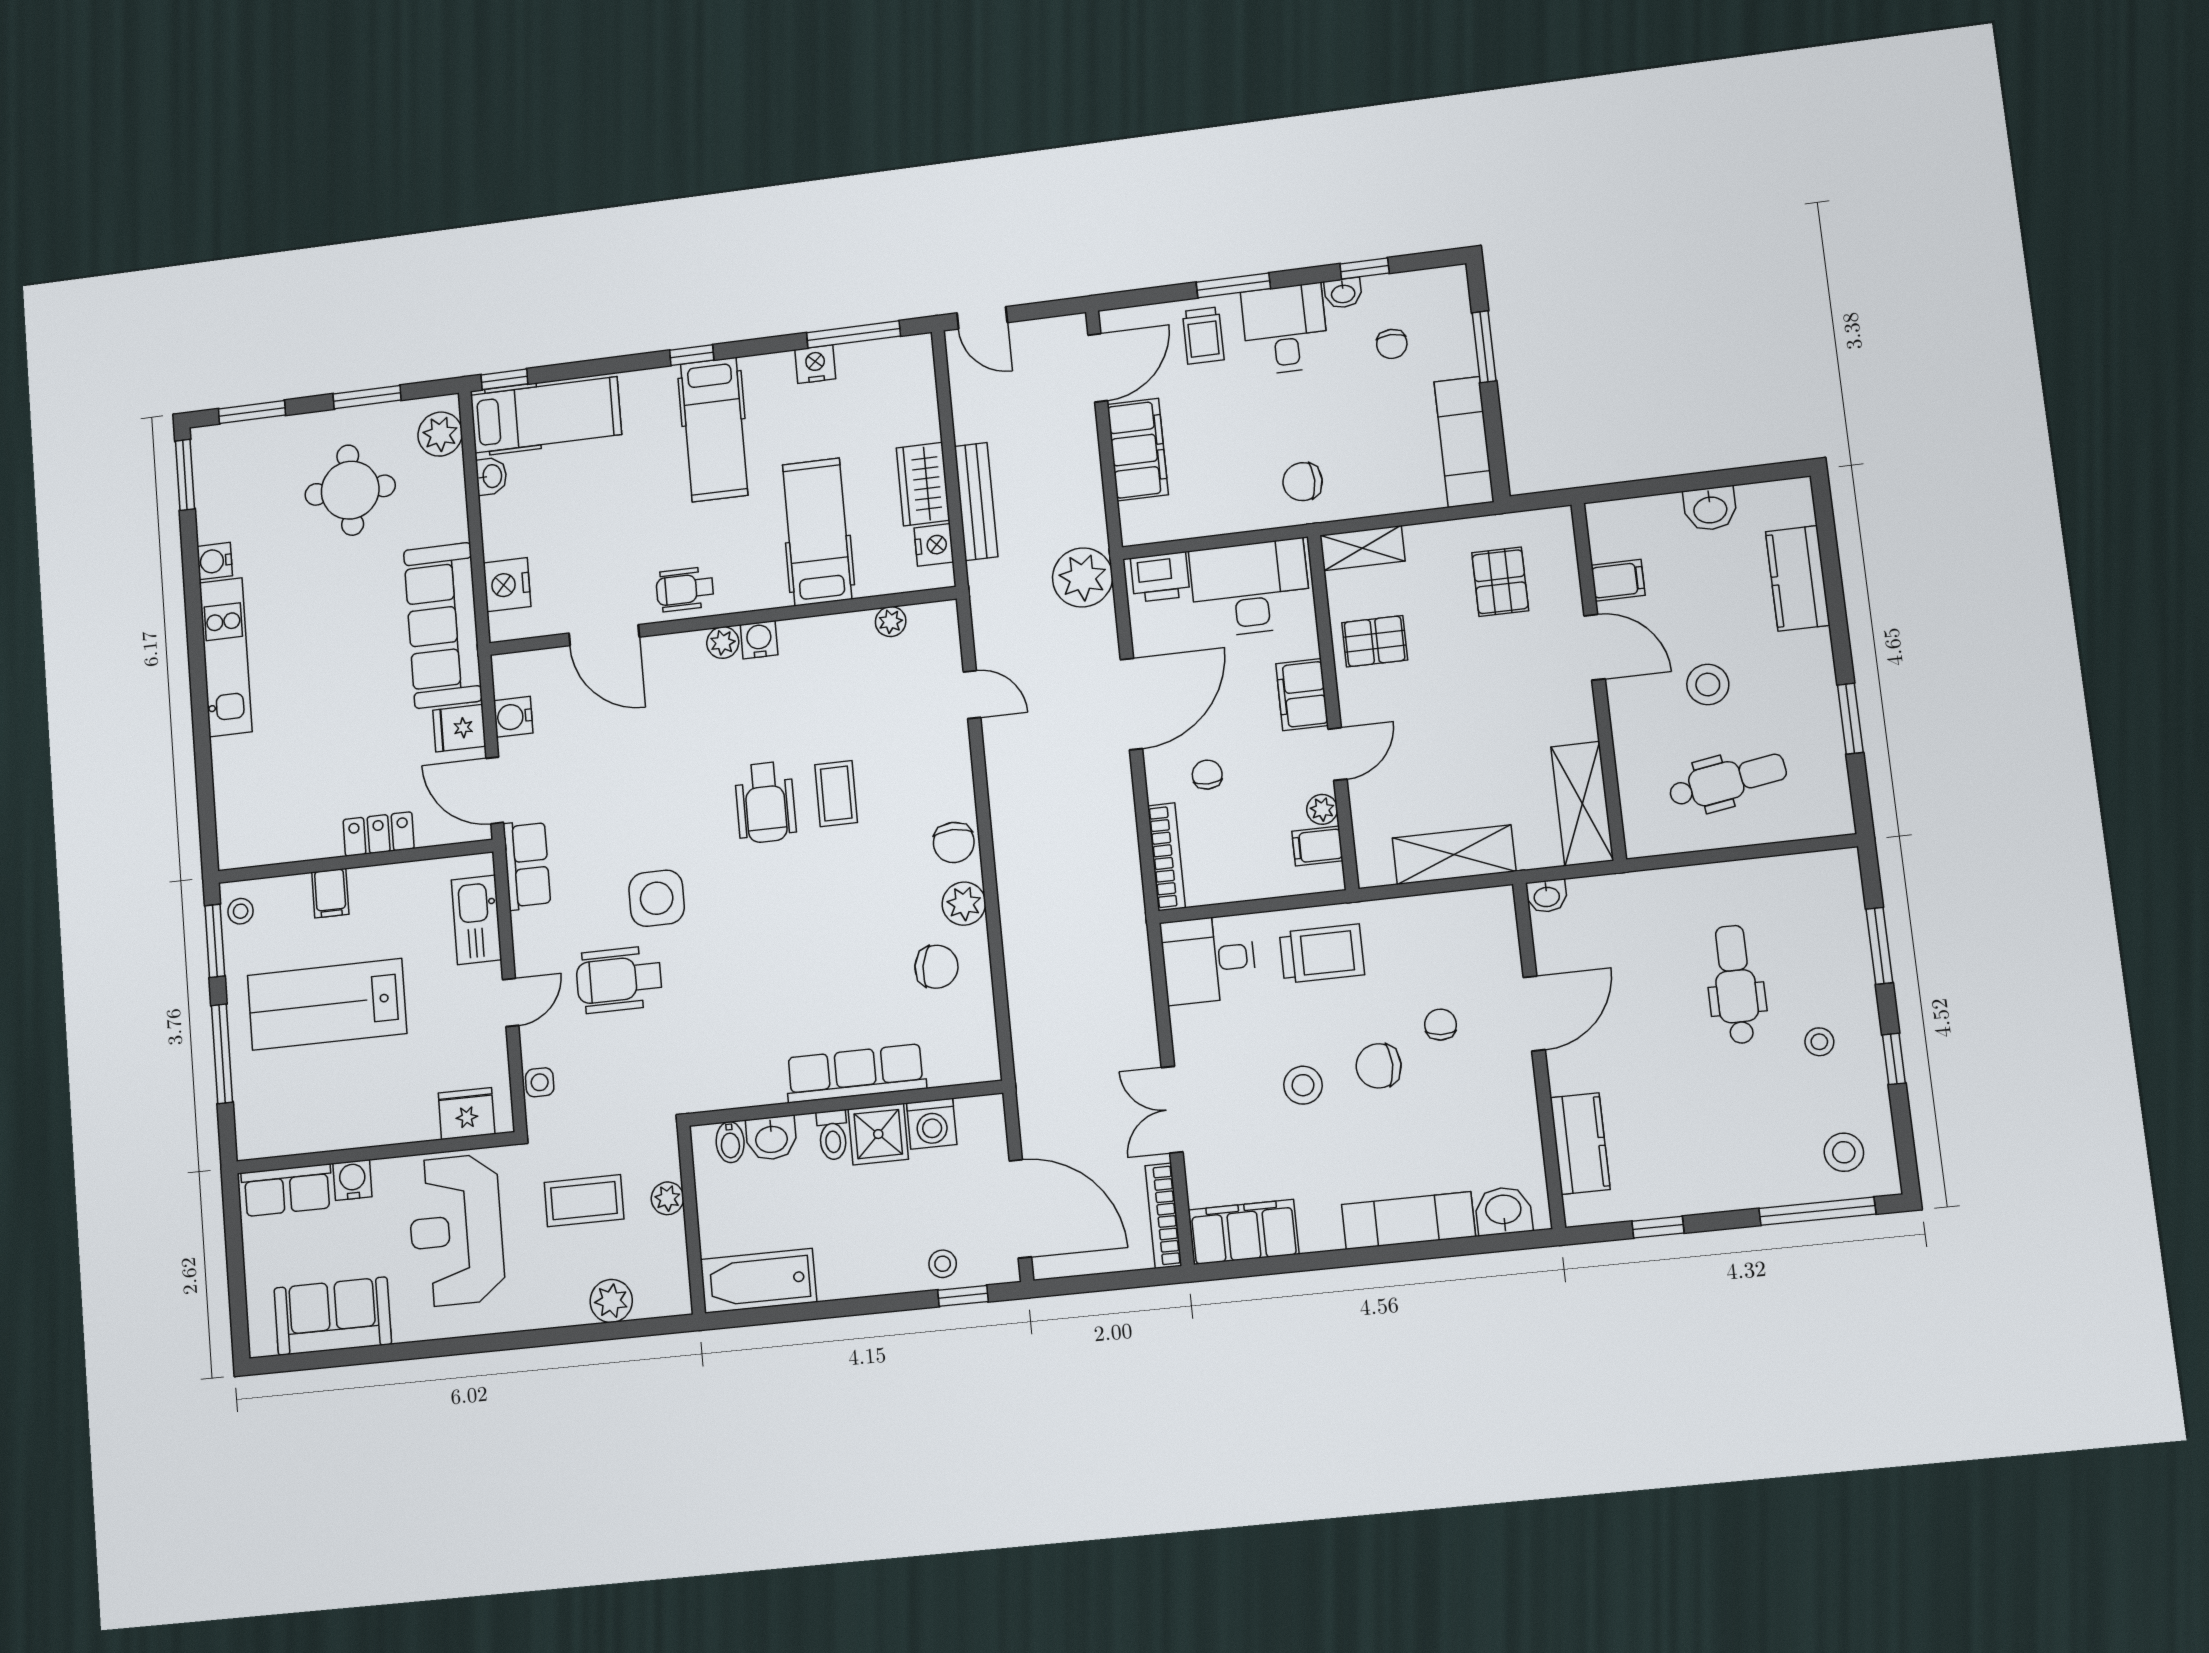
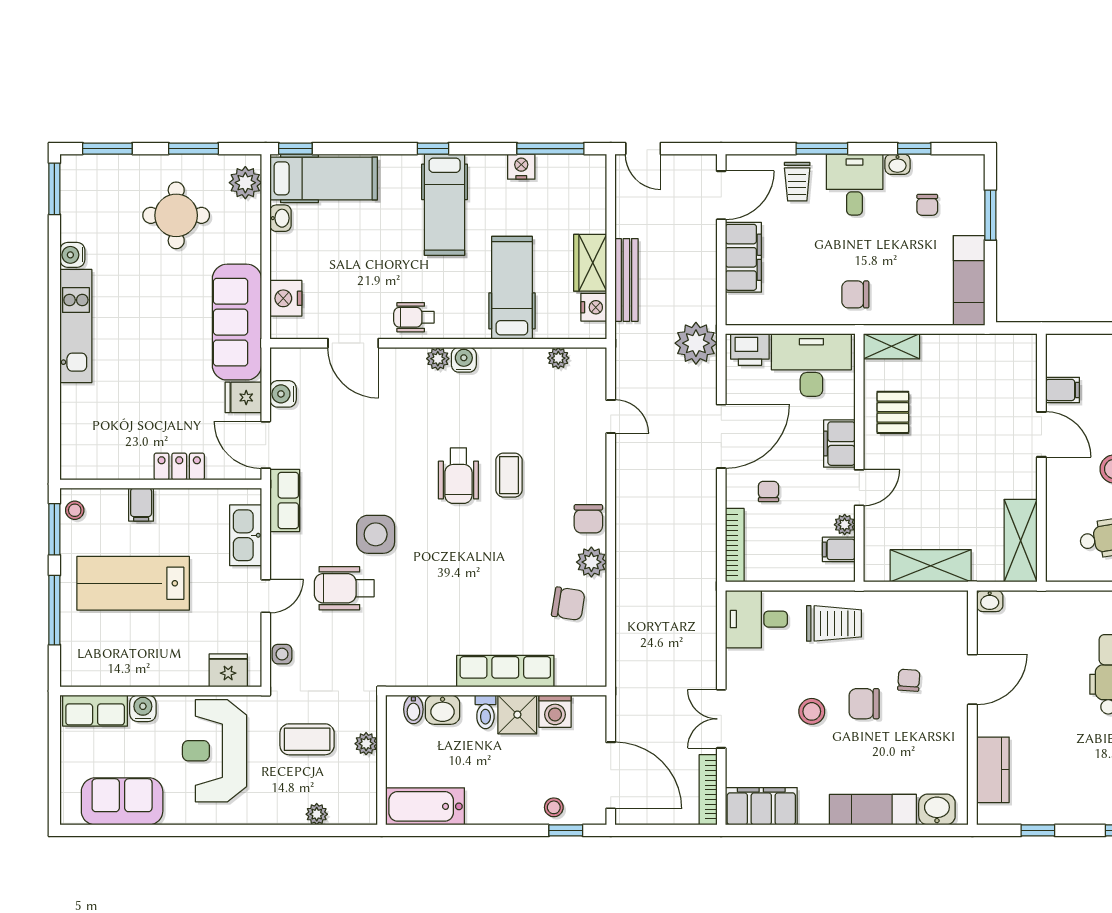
pallet: (1500, 582) -> (983, 381), removed
pallet: (1375, 641) -> (893, 412), turned 90
plant: (611, 1301) -> (317, 814), width x0.73, depth x0.73

